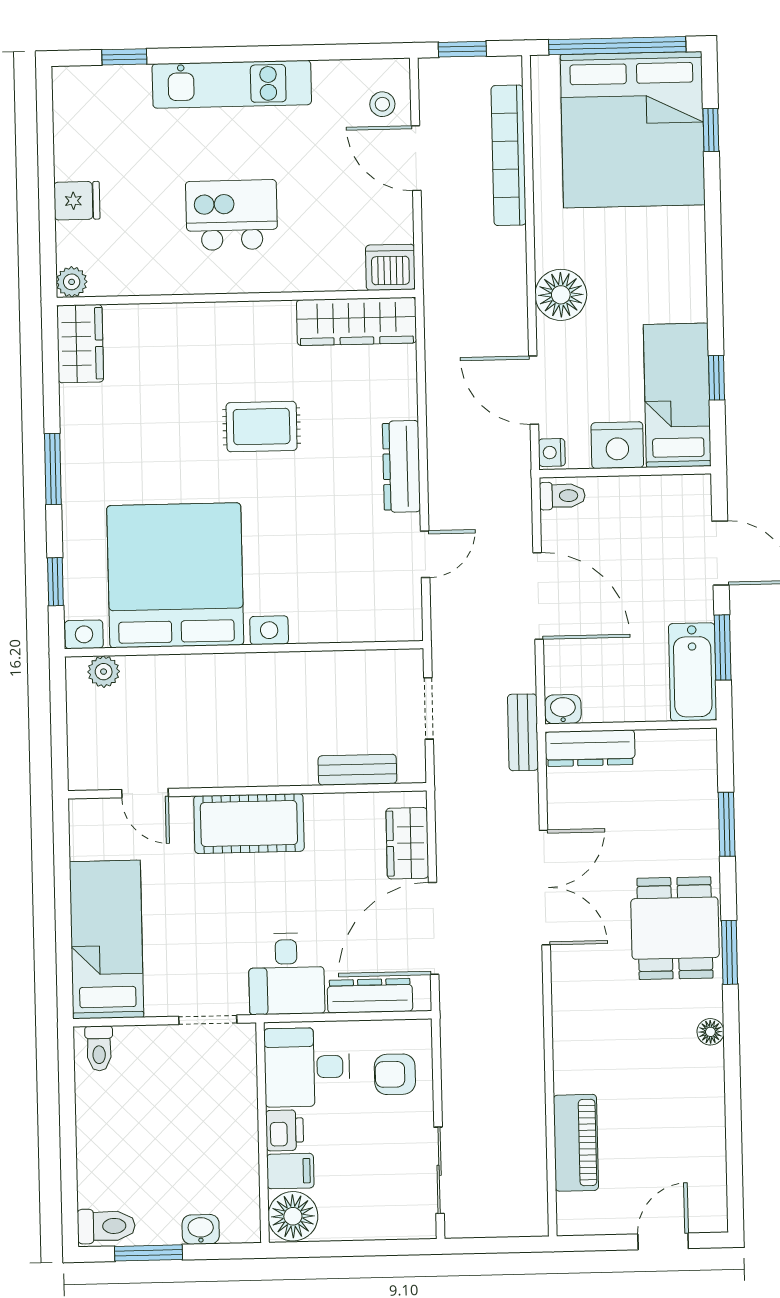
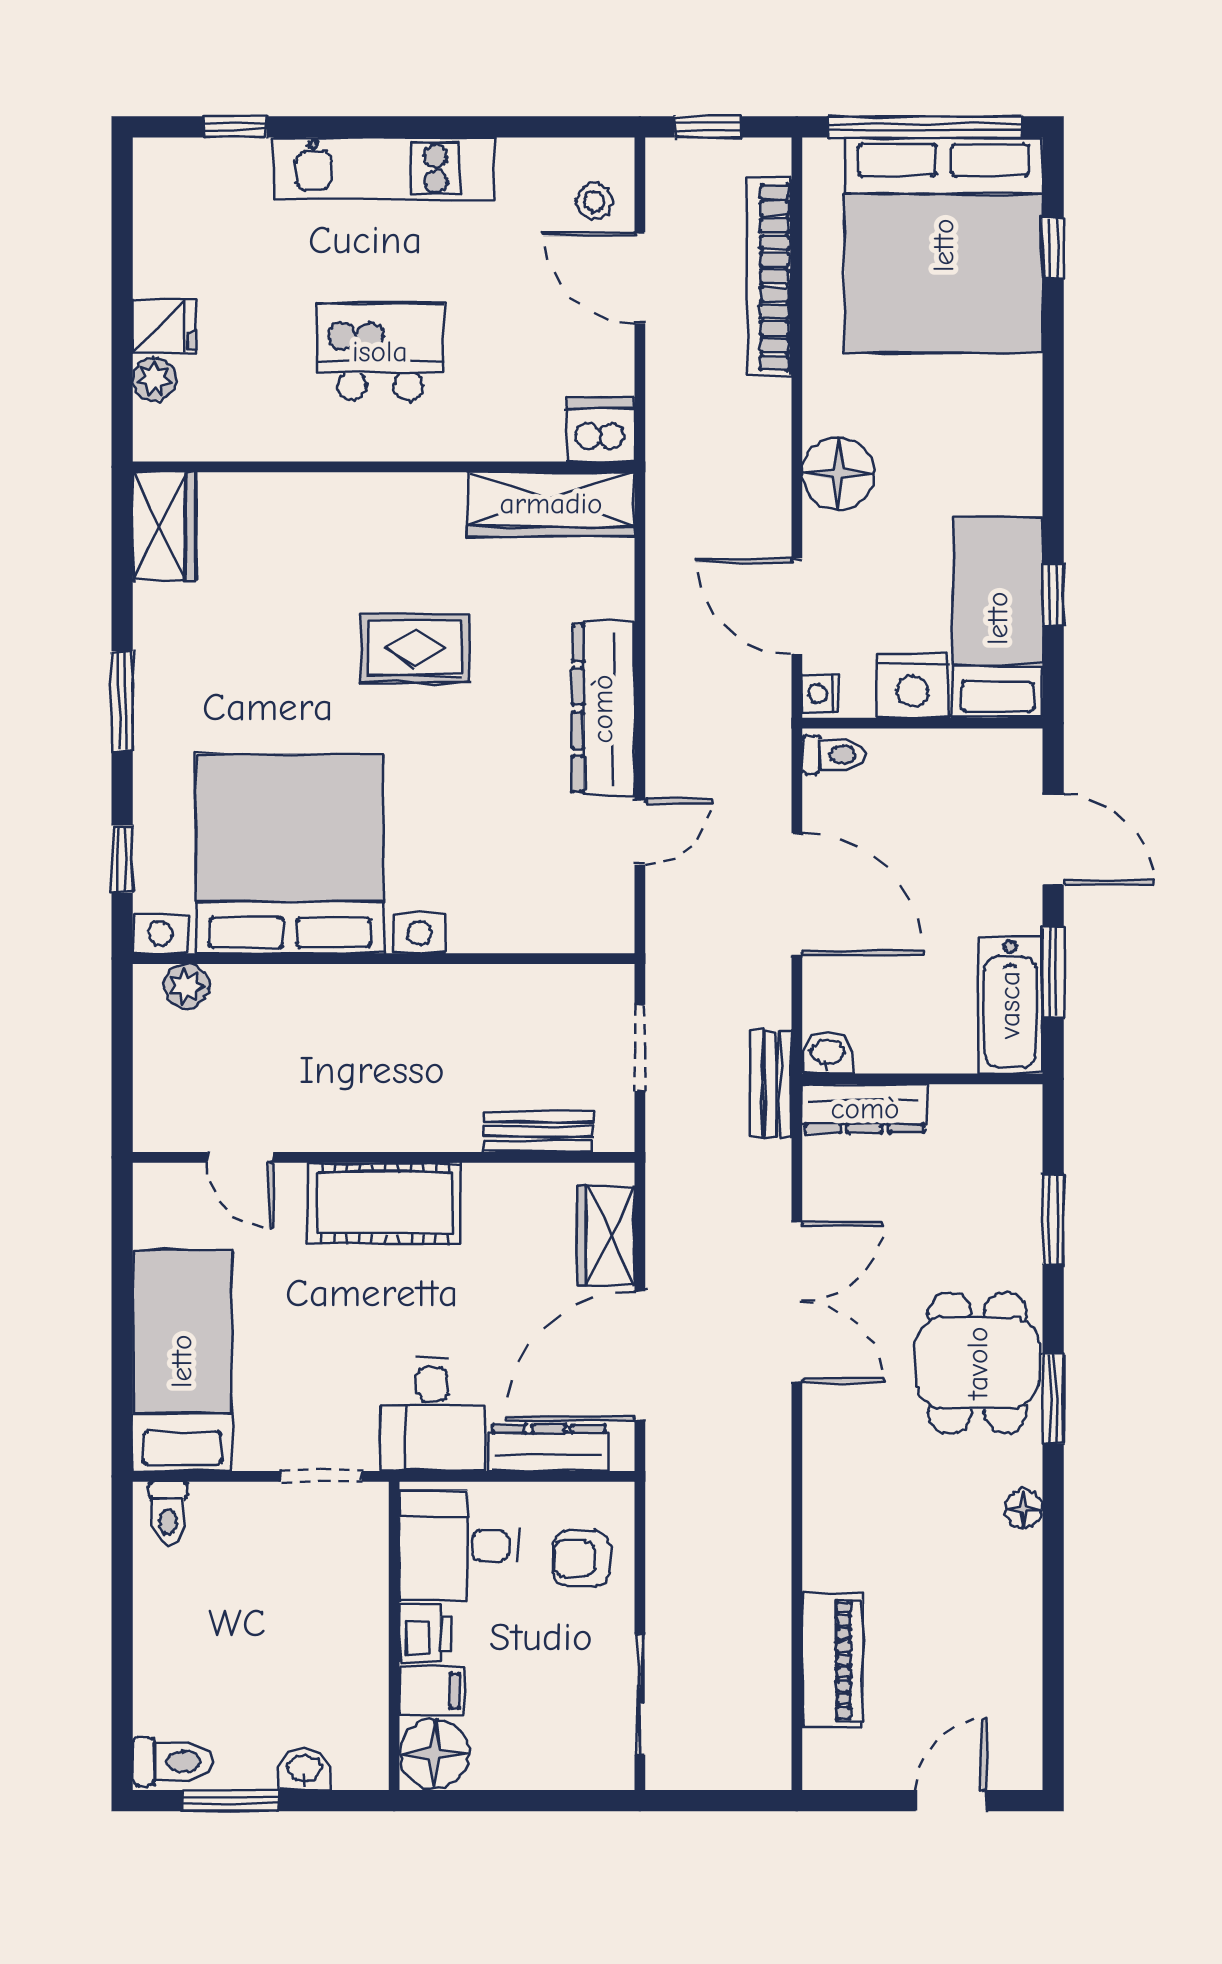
plant: (72, 282) -> (154, 379), moved
dresser: (401, 466) -> (603, 709), width x1.37, depth x1.24

